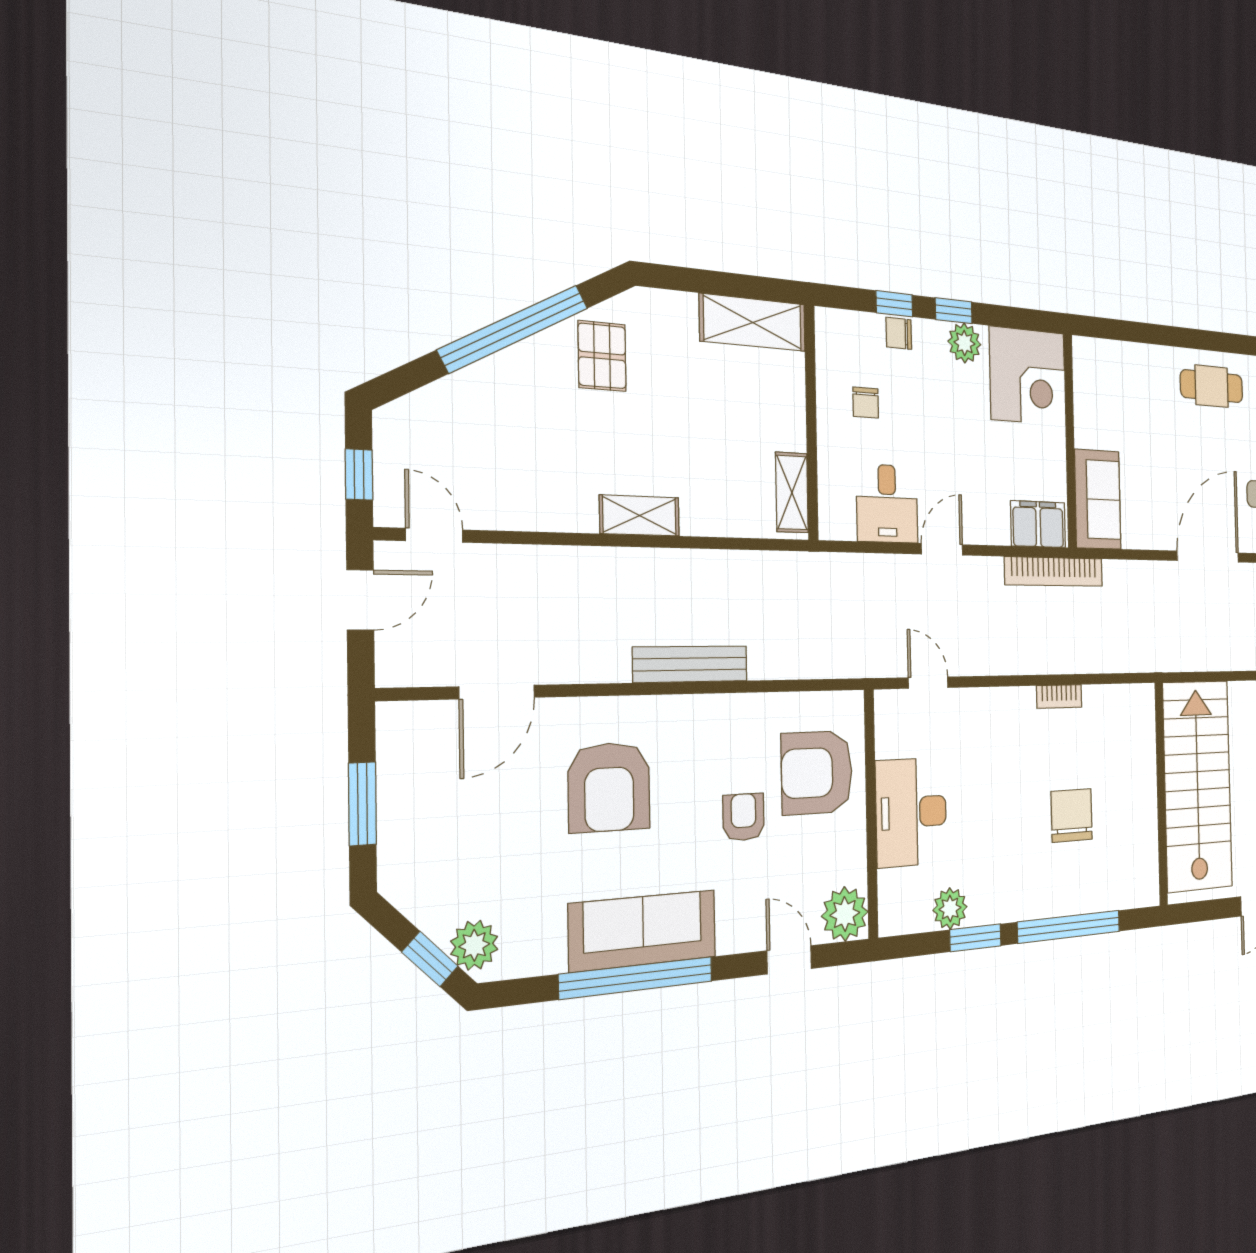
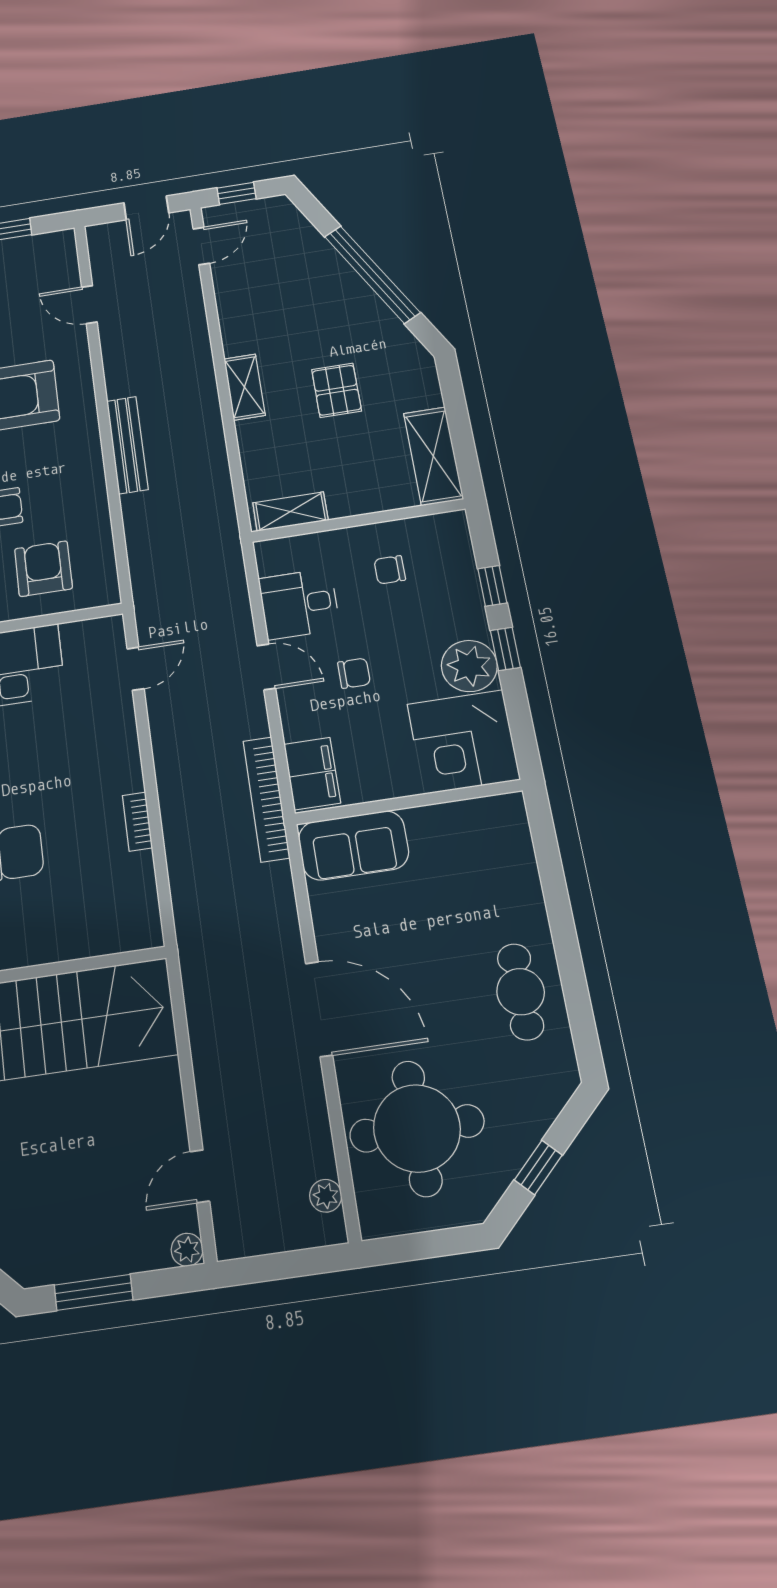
chair: (899, 333) -> (354, 673), moved, turned 90
plant: (964, 343) -> (469, 666), width x1.36, depth x1.36
pallet: (602, 356) -> (337, 390), moved, turned 90
door: (360, 600) -> (146, 208), hinge flipped
door: (497, 692) -> (89, 305), width x0.73
armchair: (817, 773) -> (43, 569), width x0.73, depth x0.73

